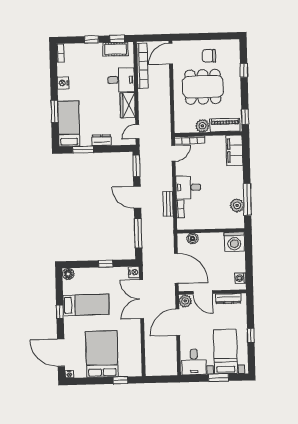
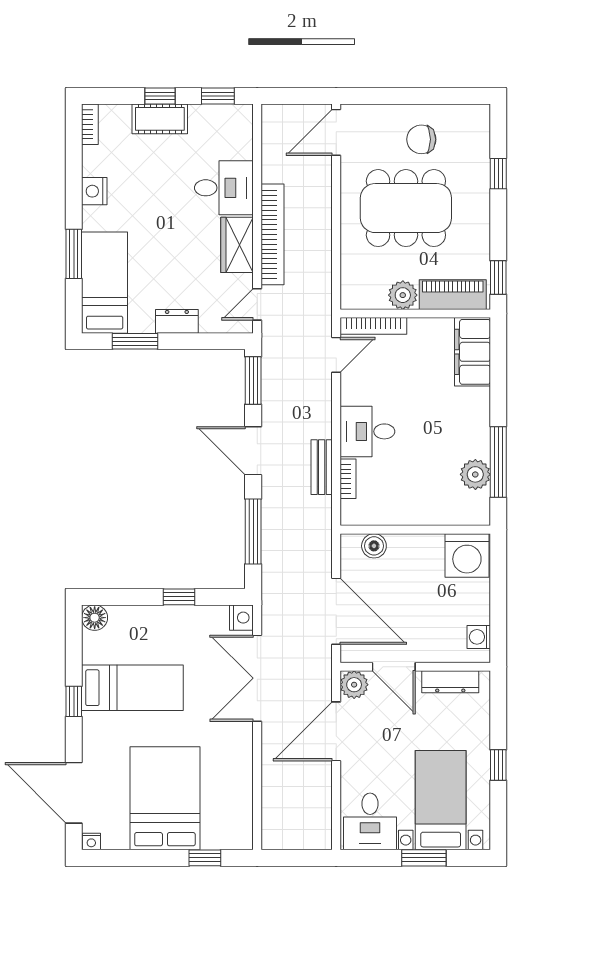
cot: (115, 49) -> (160, 119), moved
bookcase: (142, 66) -> (272, 234), moved

